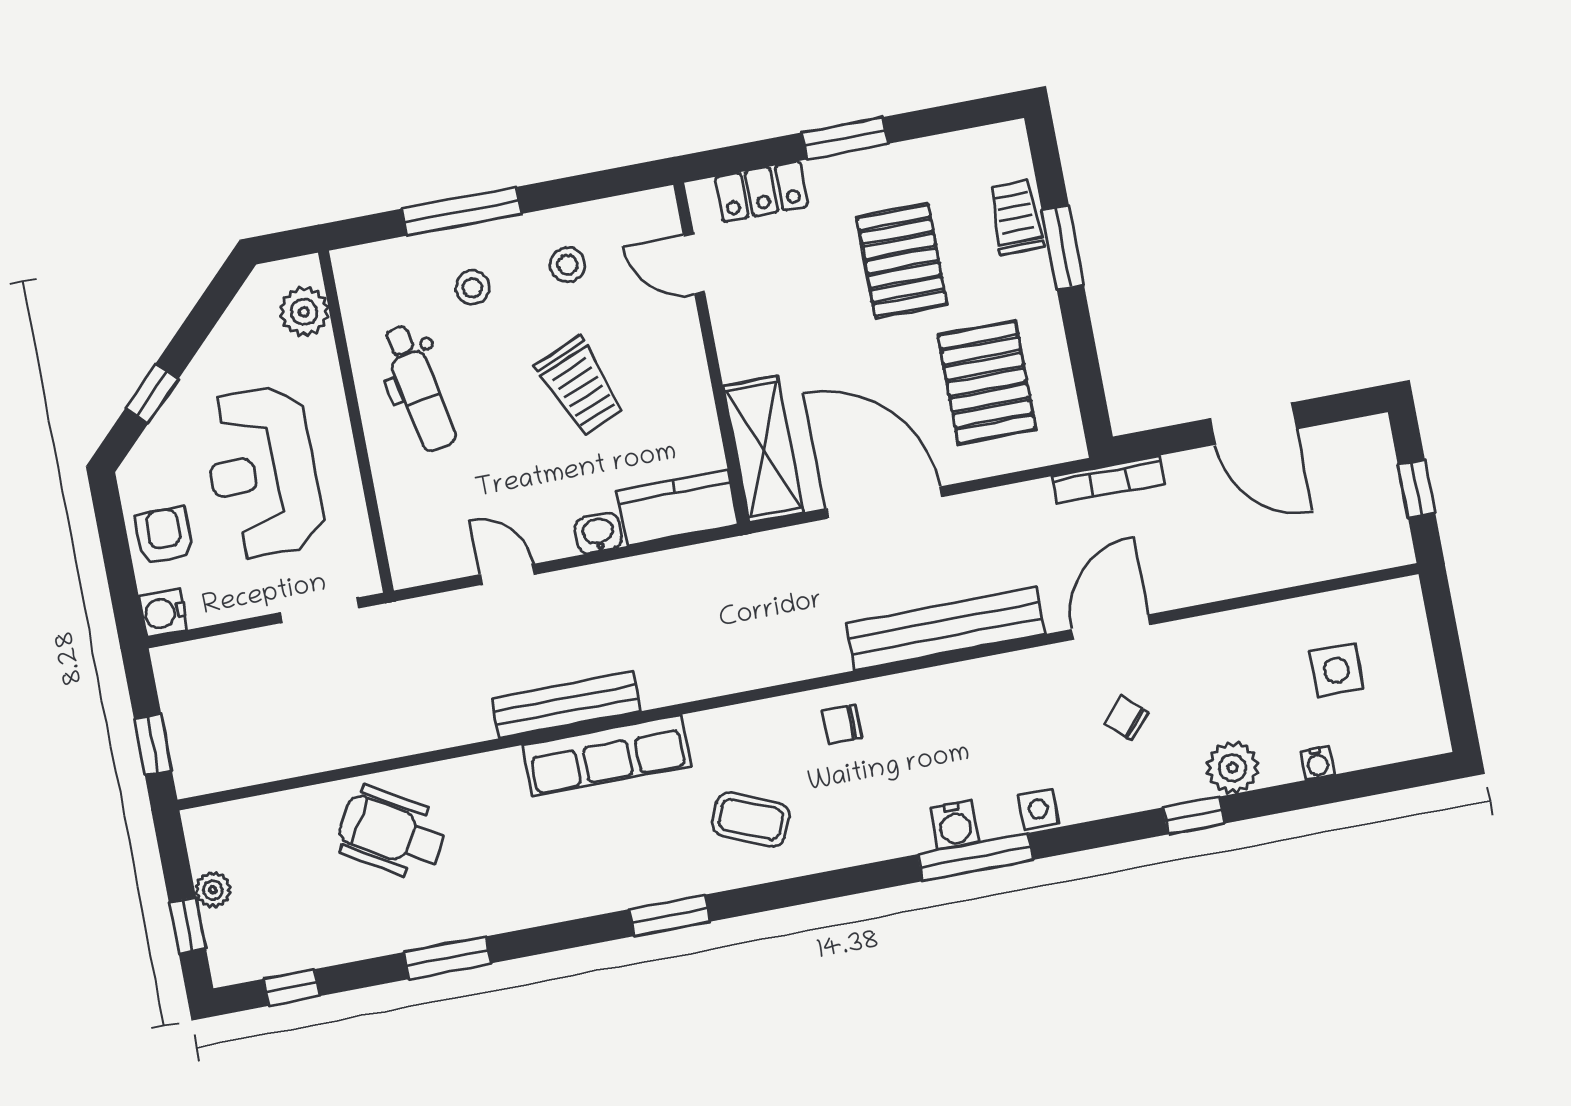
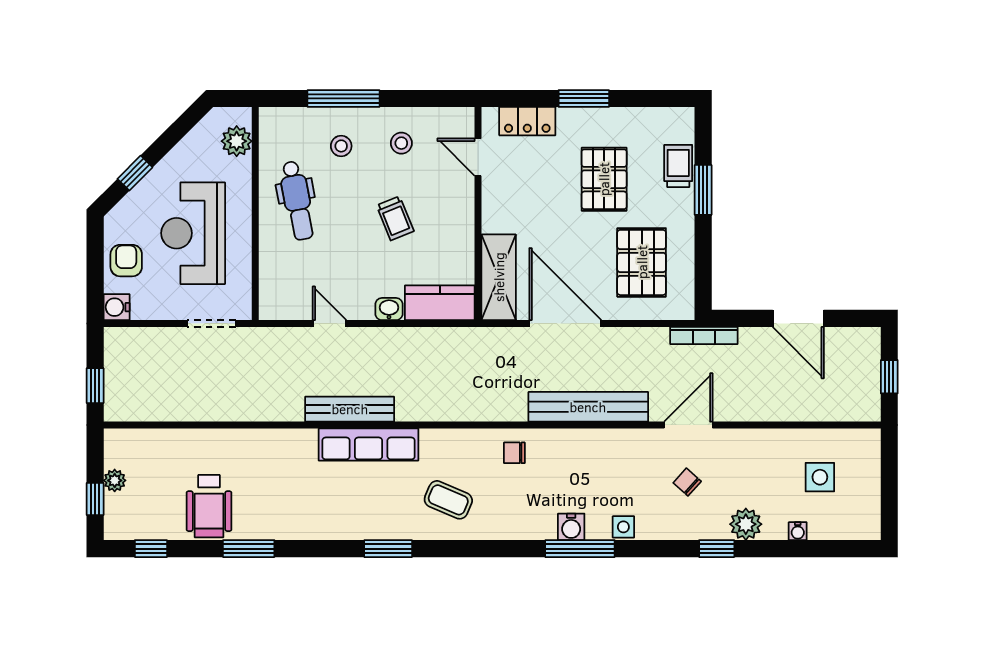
trolley: (580, 387) -> (395, 218), width x0.73, depth x0.72
wheelchair: (392, 833) -> (209, 506), moved, turned -121

